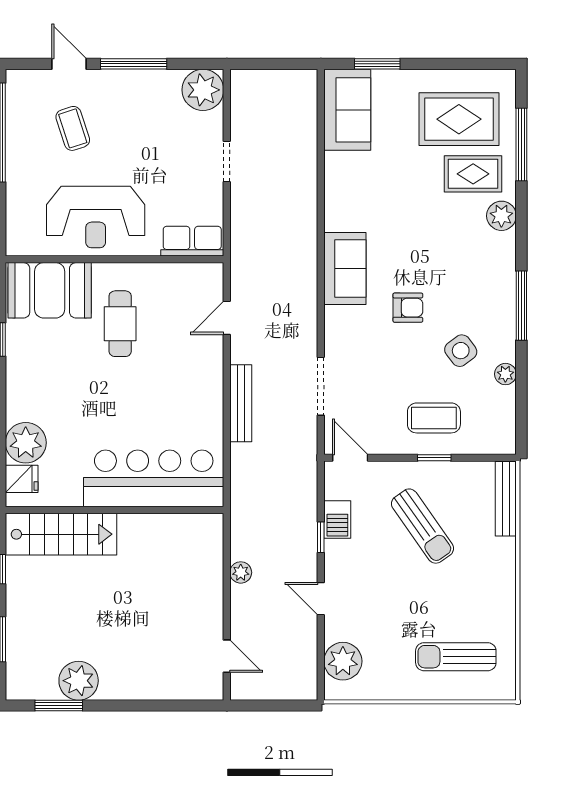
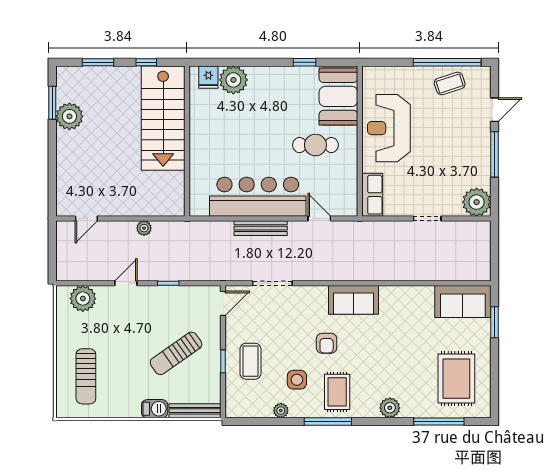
coffee table: (73, 128) -> (450, 84), moved
rug: (473, 174) -> (337, 392), moved
side table: (461, 351) -> (297, 380), turned 37
bar counter: (154, 478) -> (258, 197), moved, turned -90
barbecue: (337, 520) -> (155, 409), moved, turned 180
stairs: (61, 534) -> (163, 118), width x1.36, depth x1.51
sun lounger: (456, 657) -> (86, 376), turned 180

